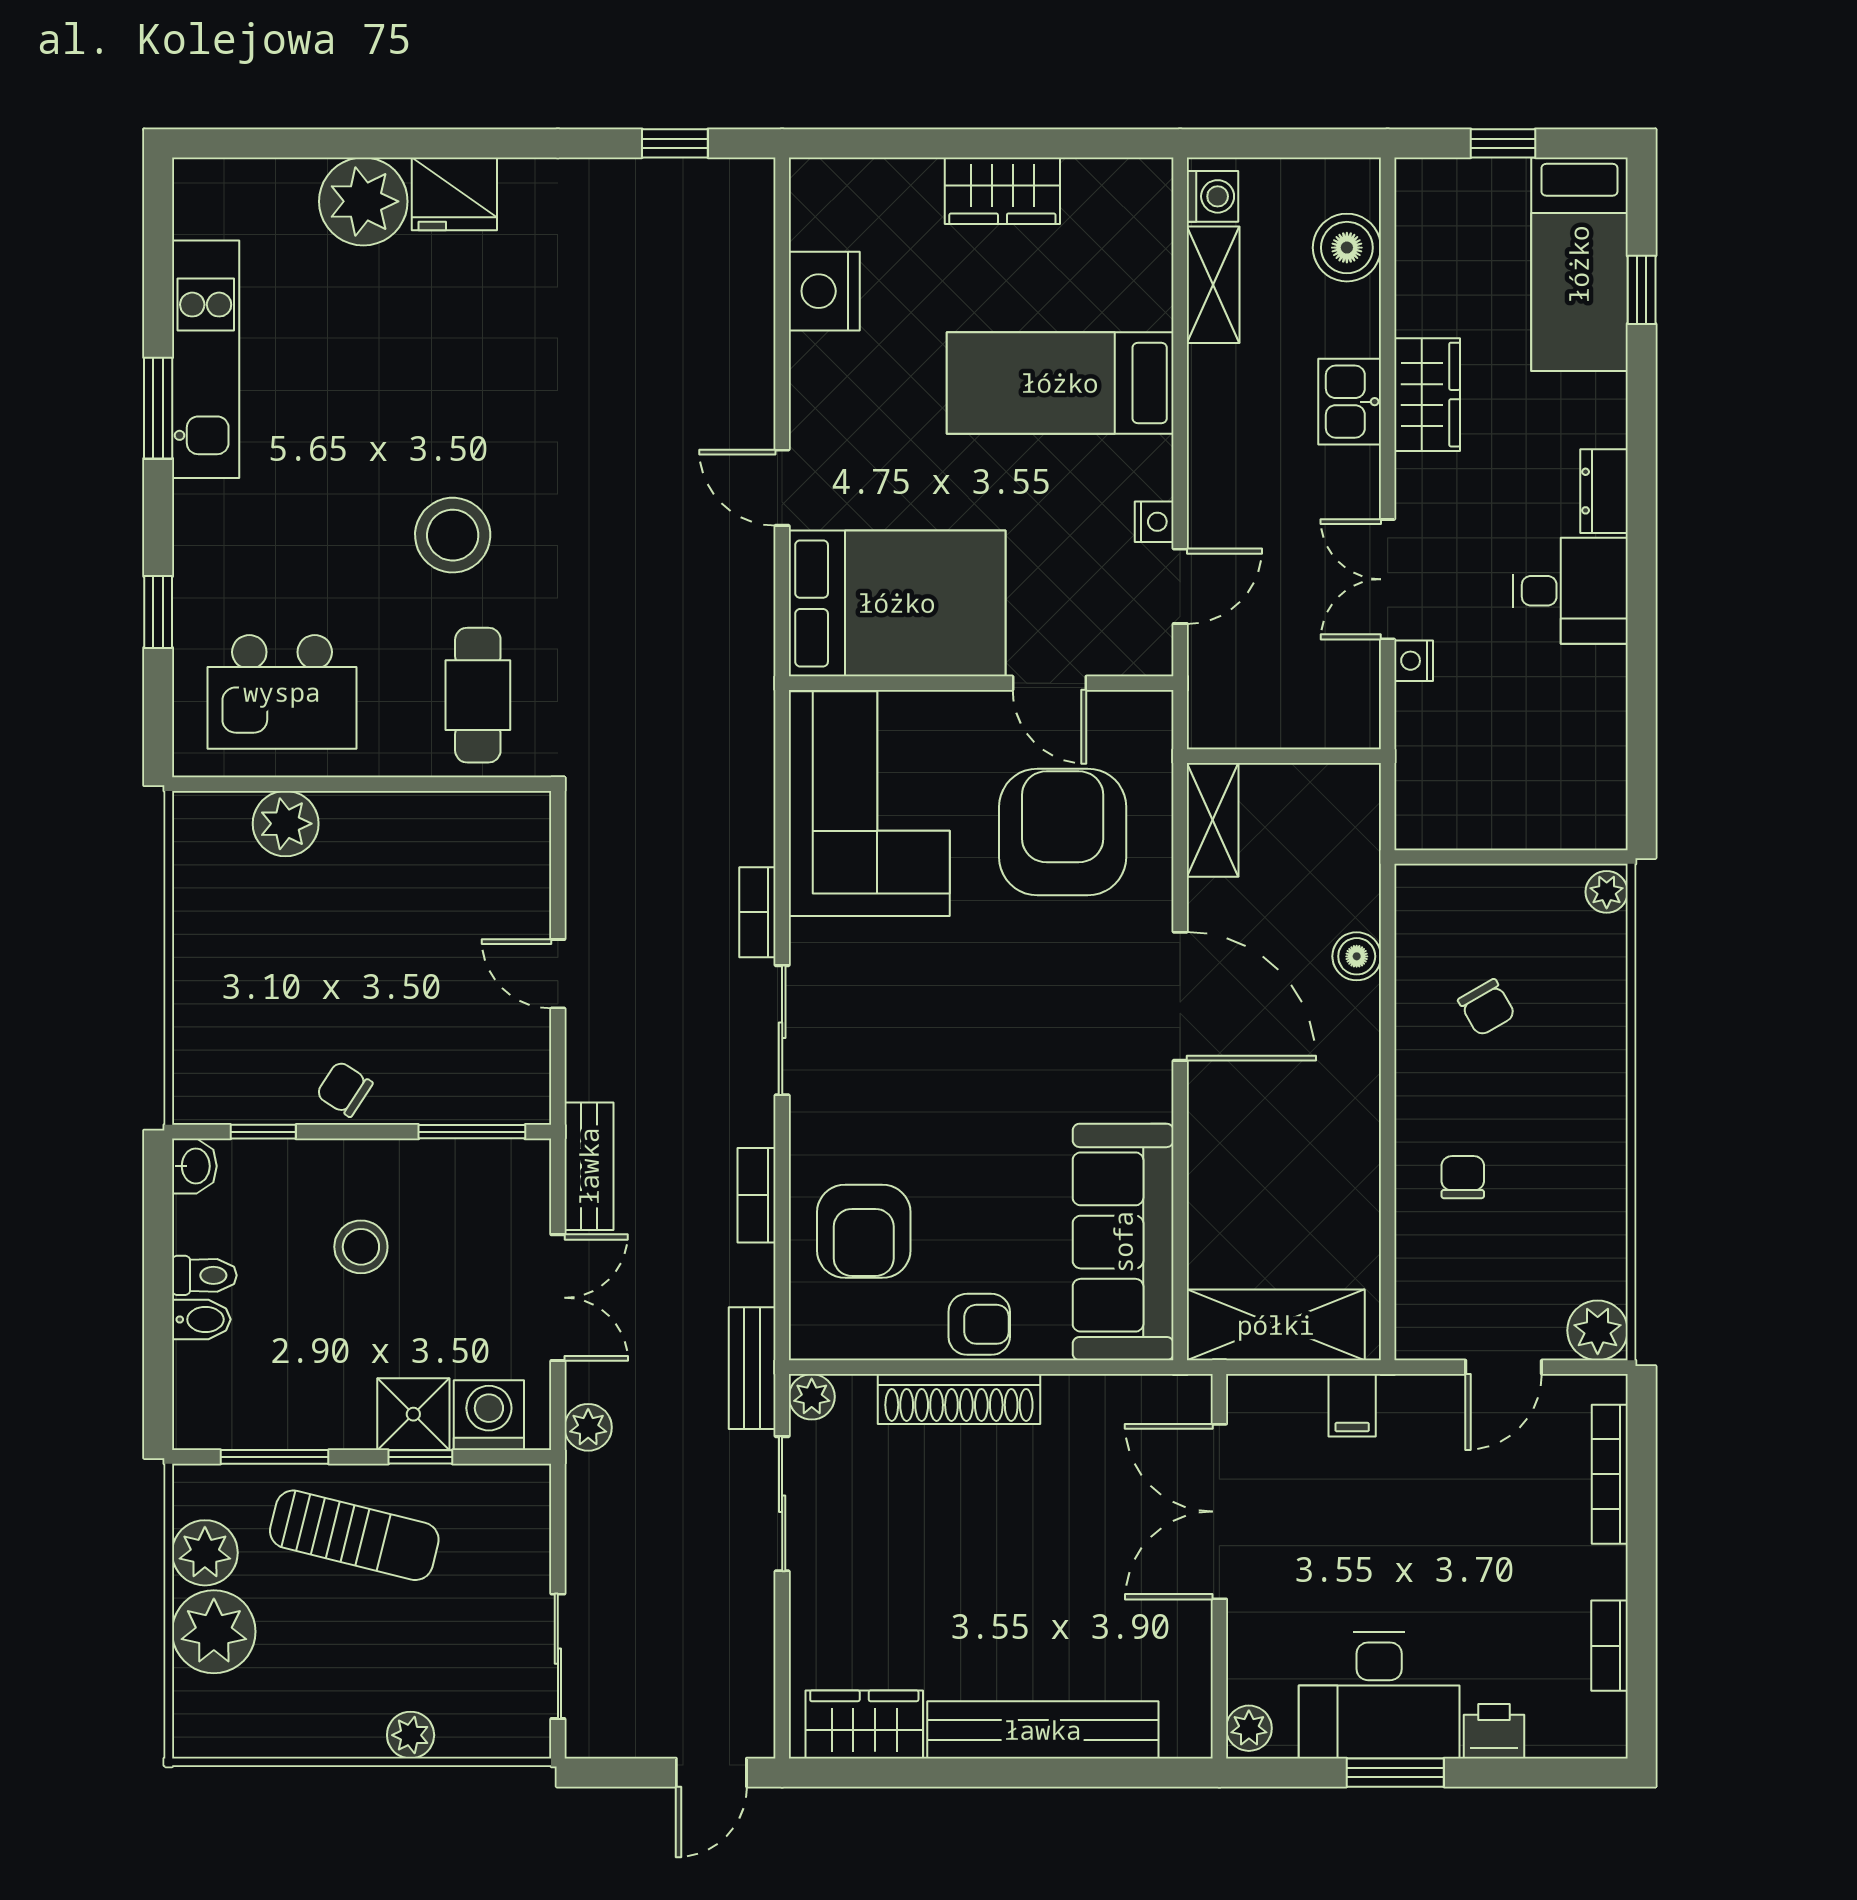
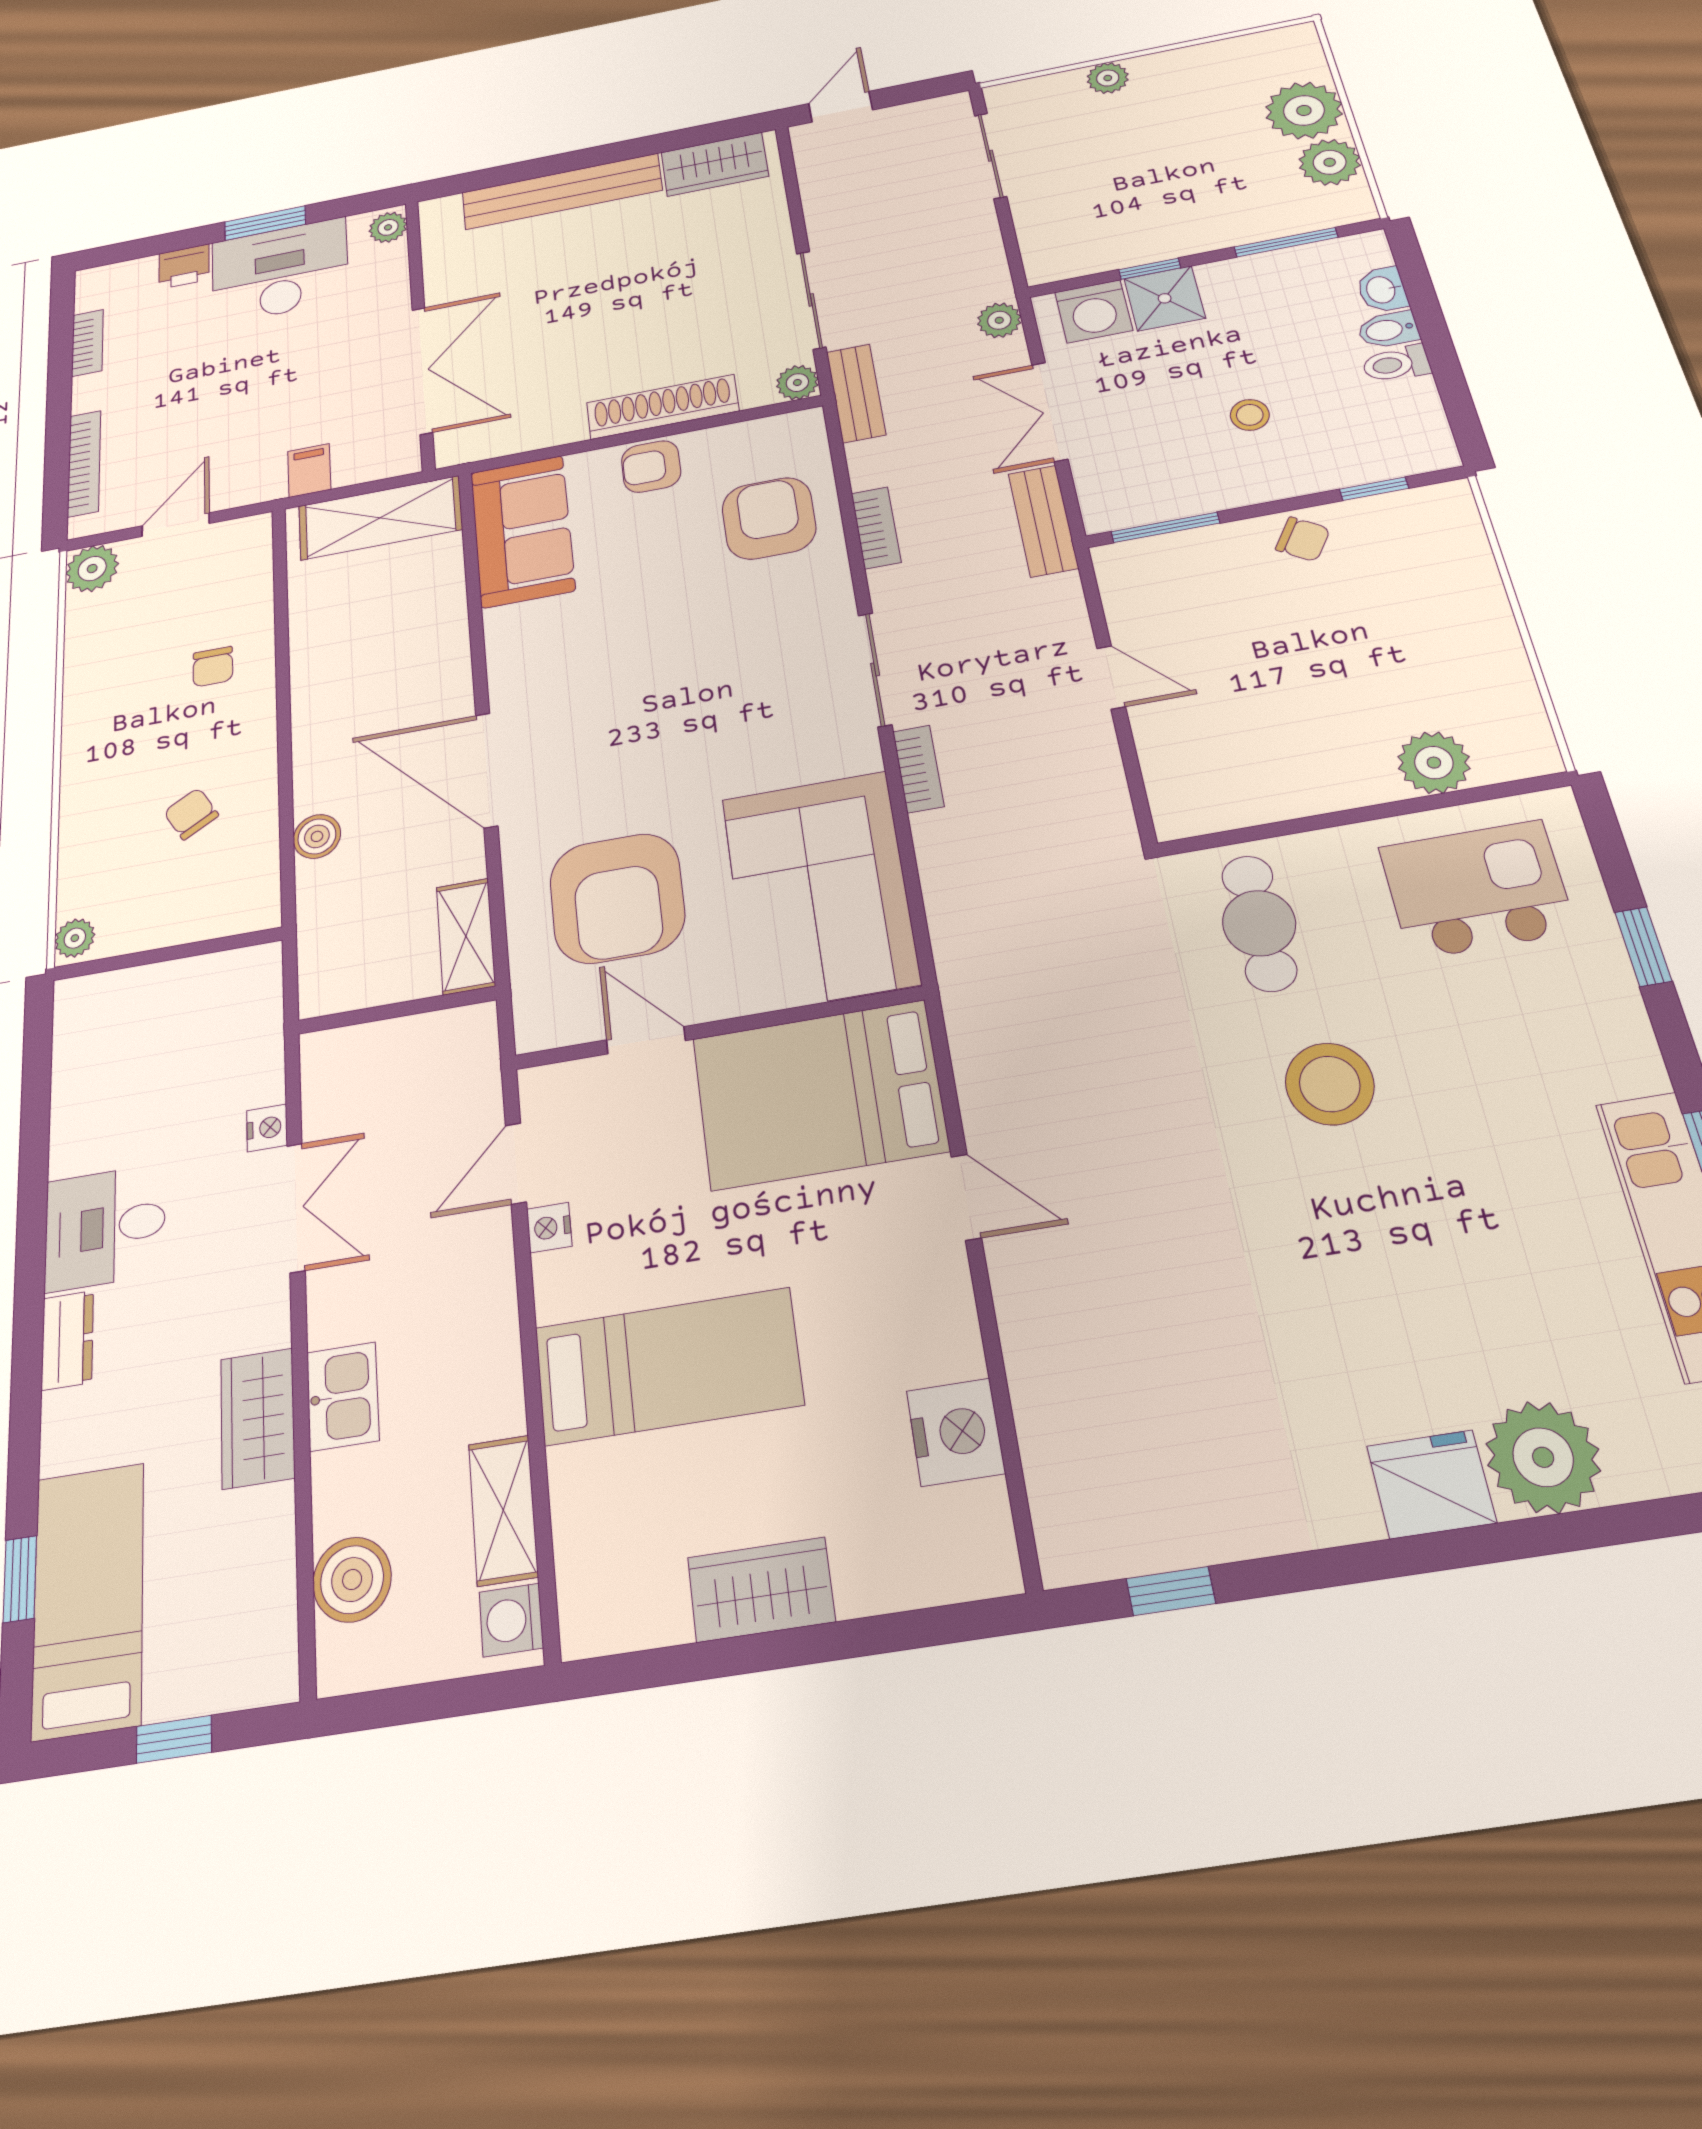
washbasin: (194, 1166) -> (1382, 290), moved
sofa: (1123, 1242) -> (522, 531), width x0.73
stool: (361, 1247) -> (1250, 415), width x0.73, depth x0.73
sun lounger: (354, 1535) -> (1195, 201), removed

